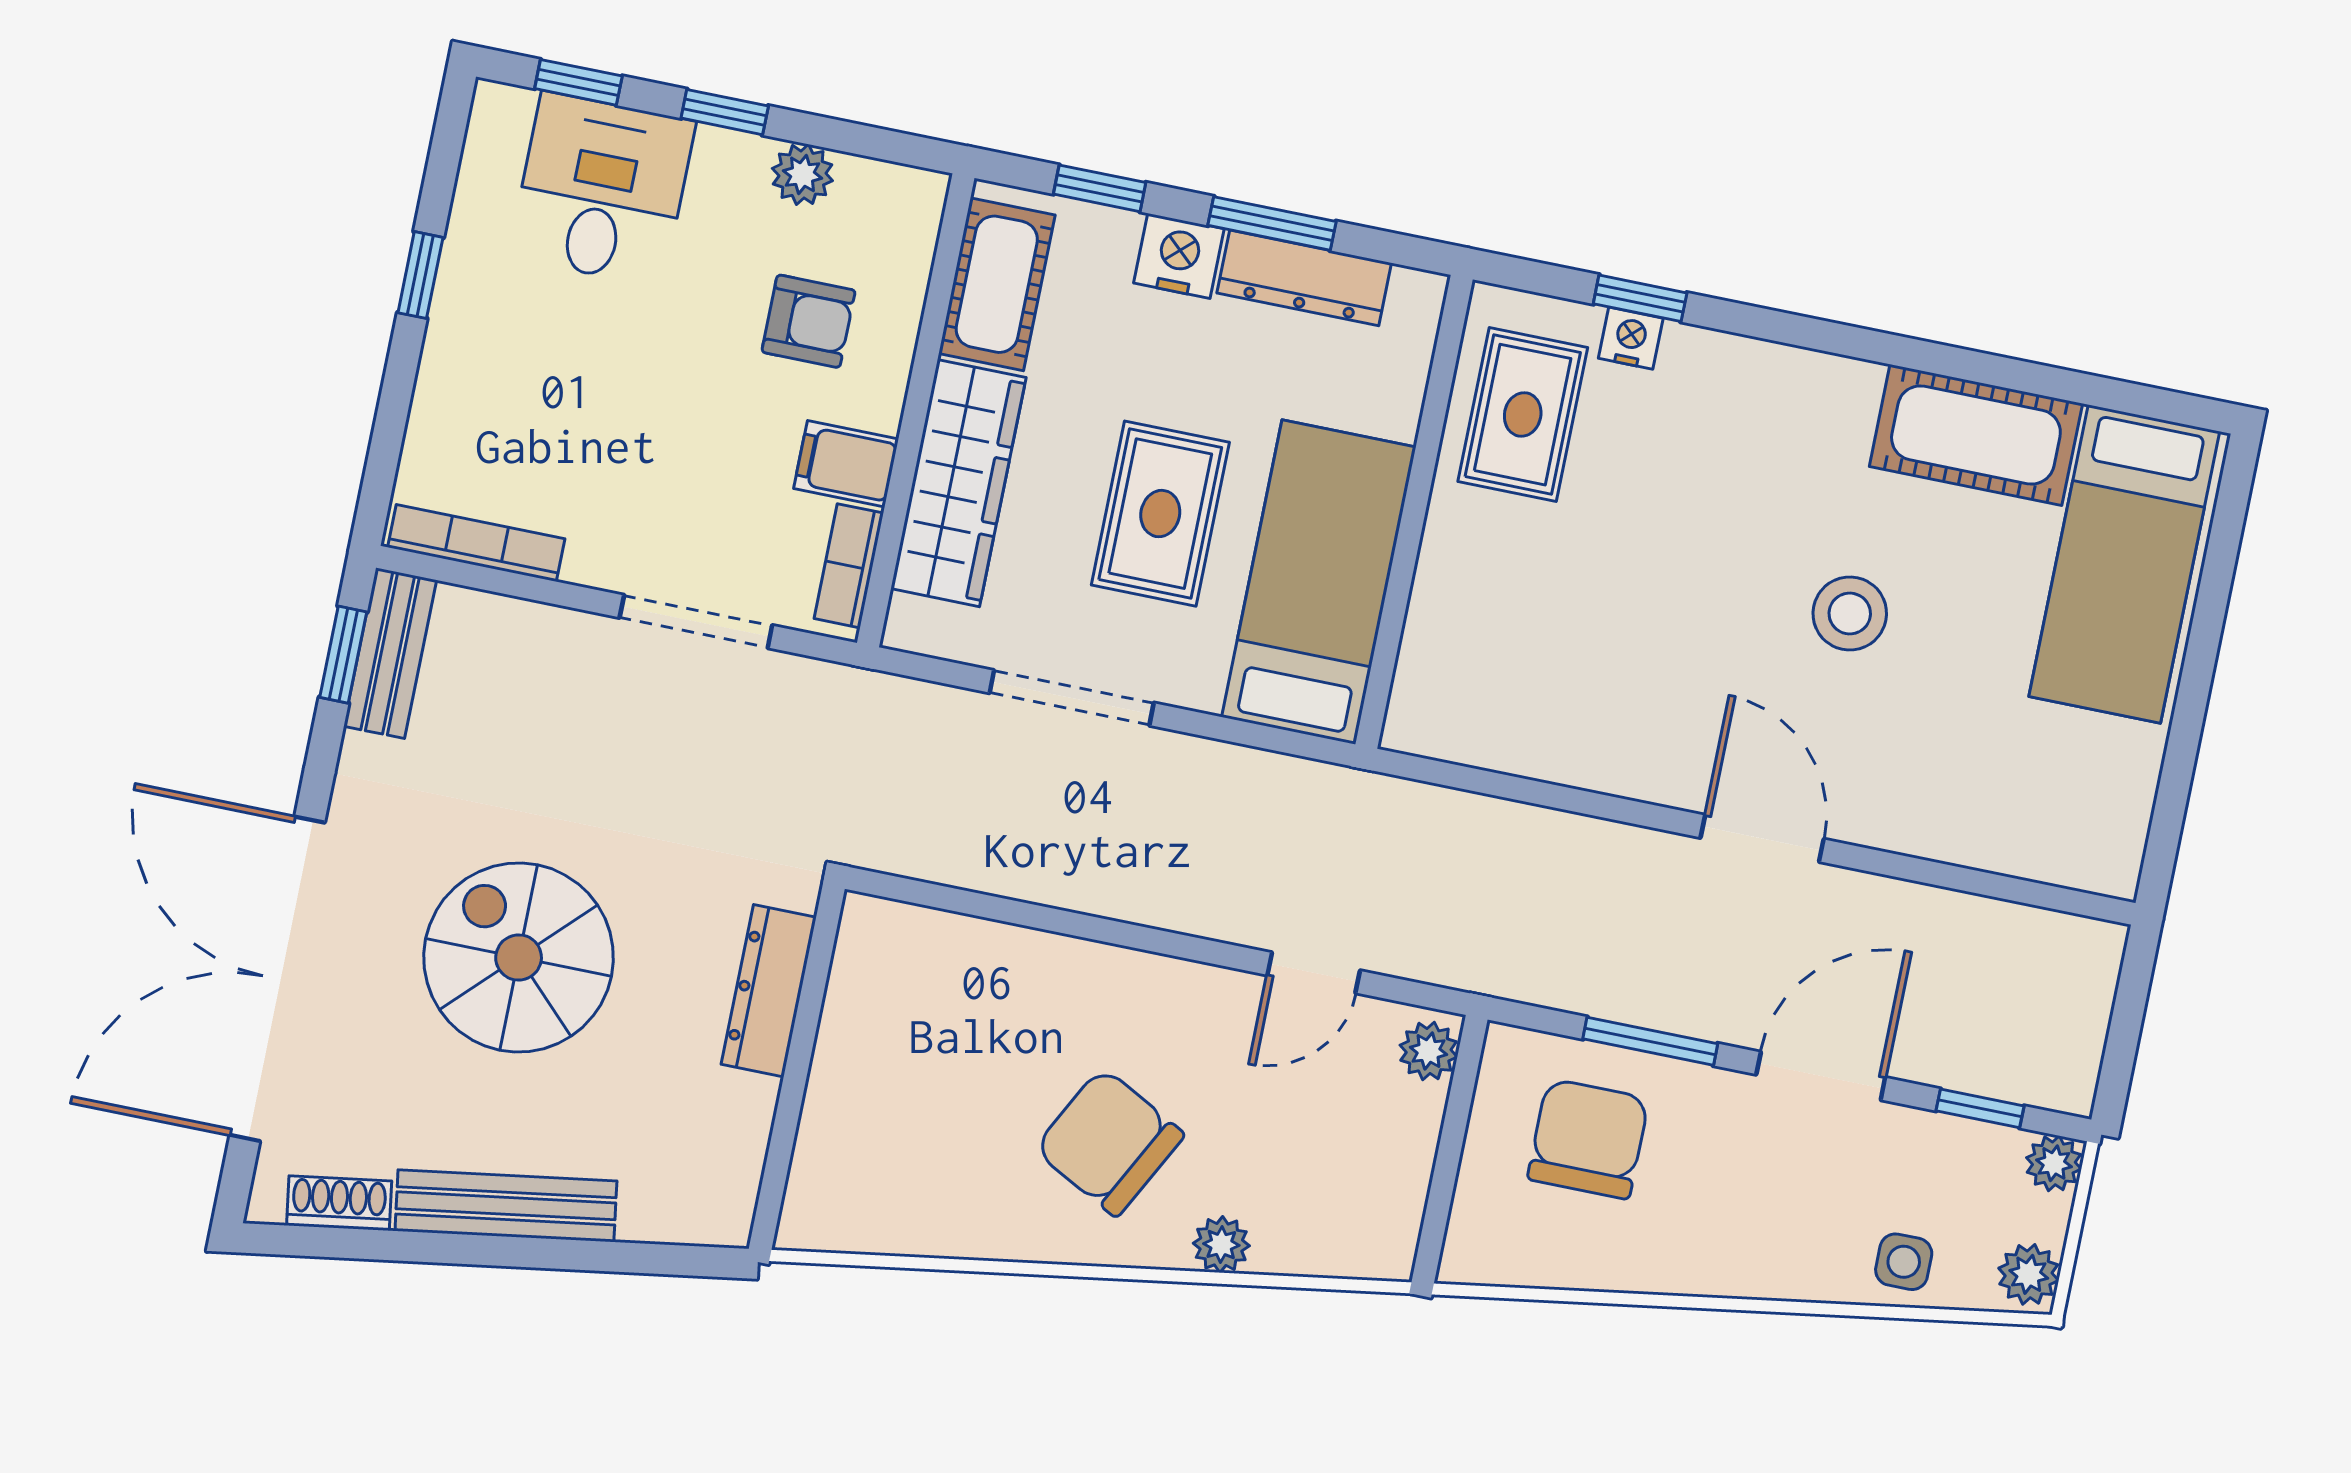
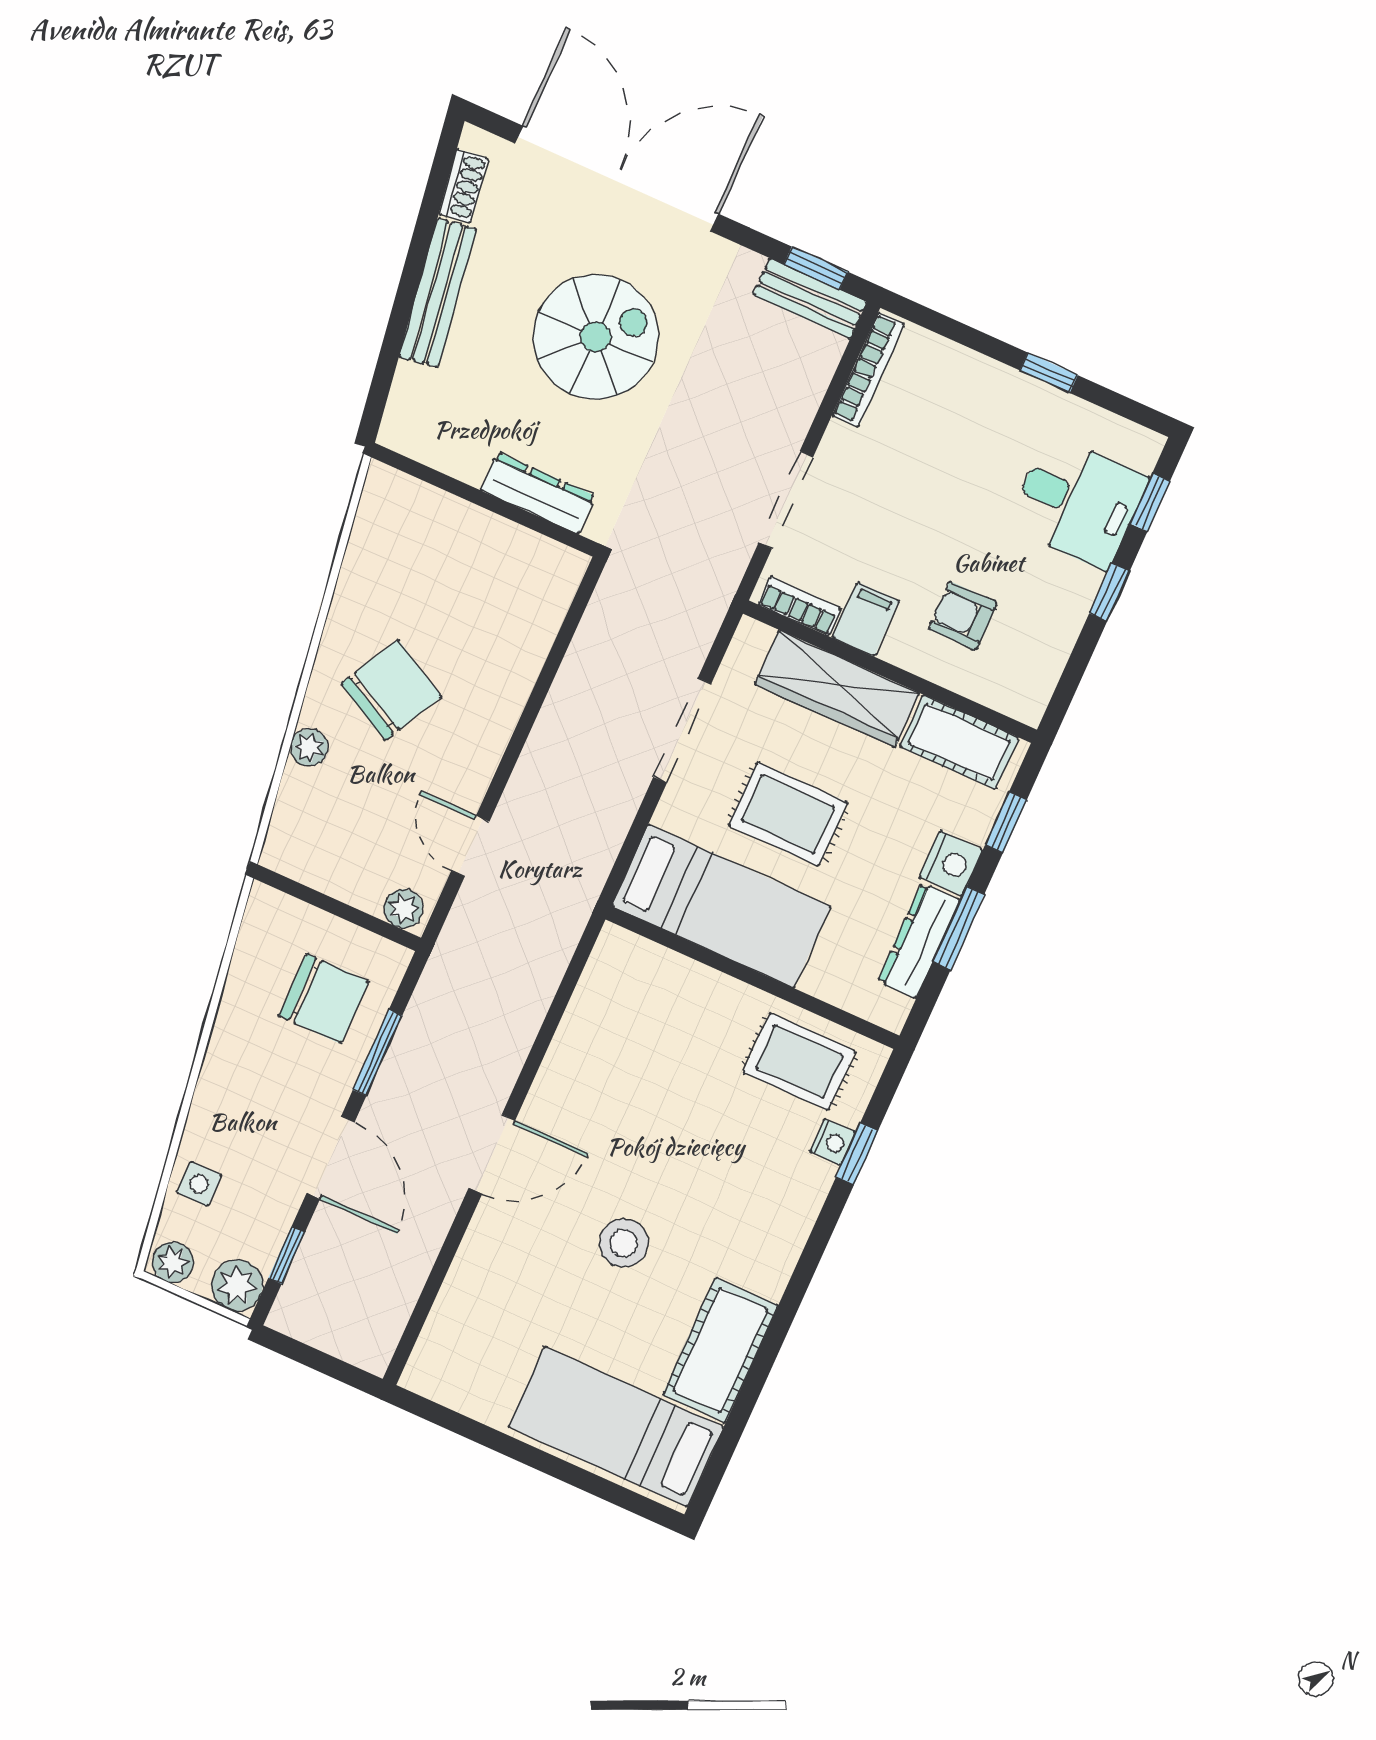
plant: (802, 174) -> (1058, 633), removed
armchair: (809, 321) -> (963, 616), turned 90
plant: (2054, 1163) -> (237, 1285), width x1.38, depth x1.38

